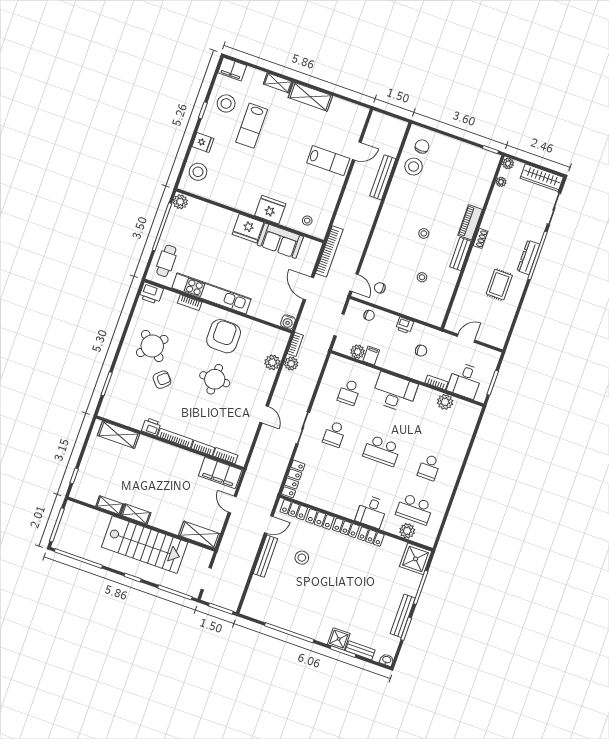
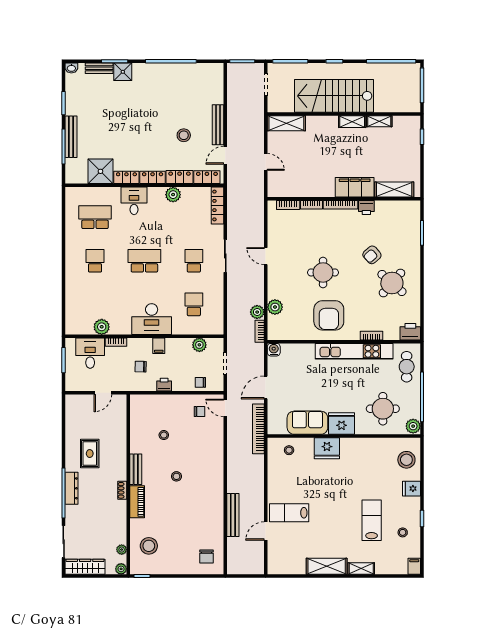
filing cabinet: (232, 69) -> (414, 566), width x0.50
stool: (226, 103) -> (403, 532), width x0.53, depth x0.53
stool: (414, 167) -> (149, 546), moved
round table: (203, 229) -> (383, 409), added
door: (308, 288) -> (266, 387), swing flipped
filing cabinet: (371, 356) -> (159, 346), moved
filing cabinet: (220, 473) -> (355, 187), moved
plant: (407, 531) -> (173, 195), moved
shower: (416, 559) -> (100, 171), moved
bench: (403, 616) -> (71, 137), moved

